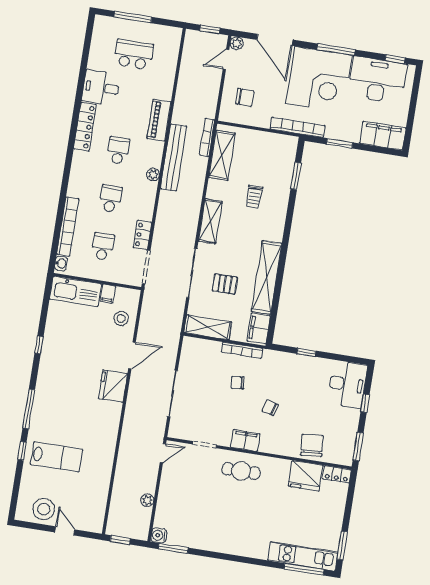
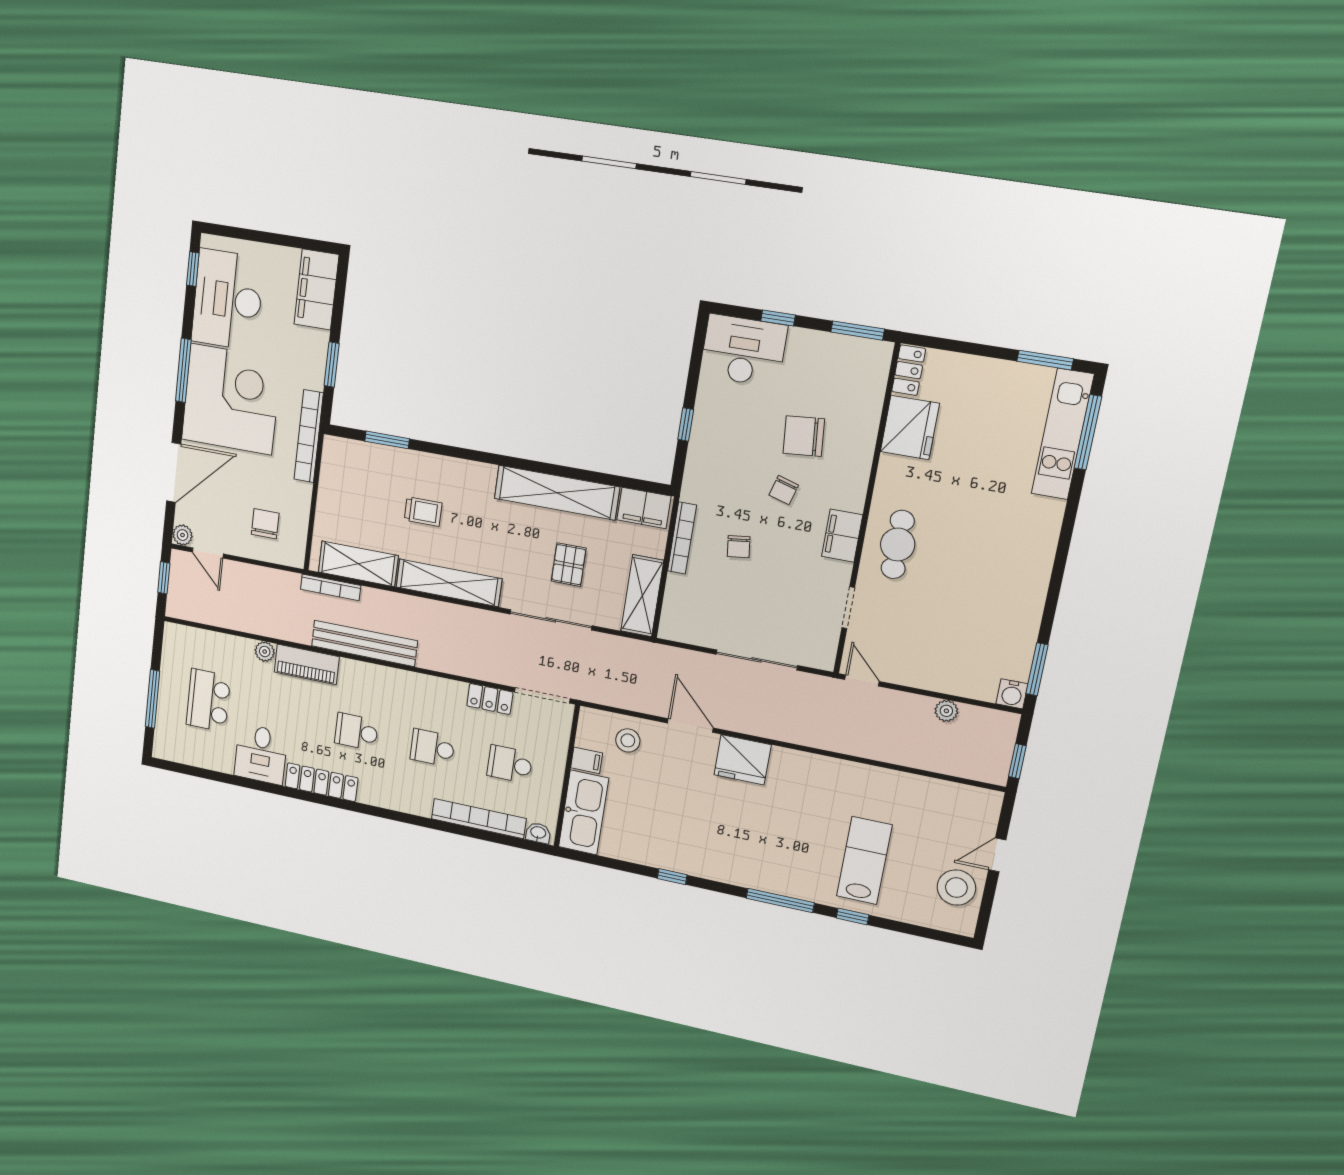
plant: (153, 174) -> (265, 652), moved
shelving: (210, 221) -> (449, 583), width x1.47
chair: (312, 445) -> (804, 436), moved

